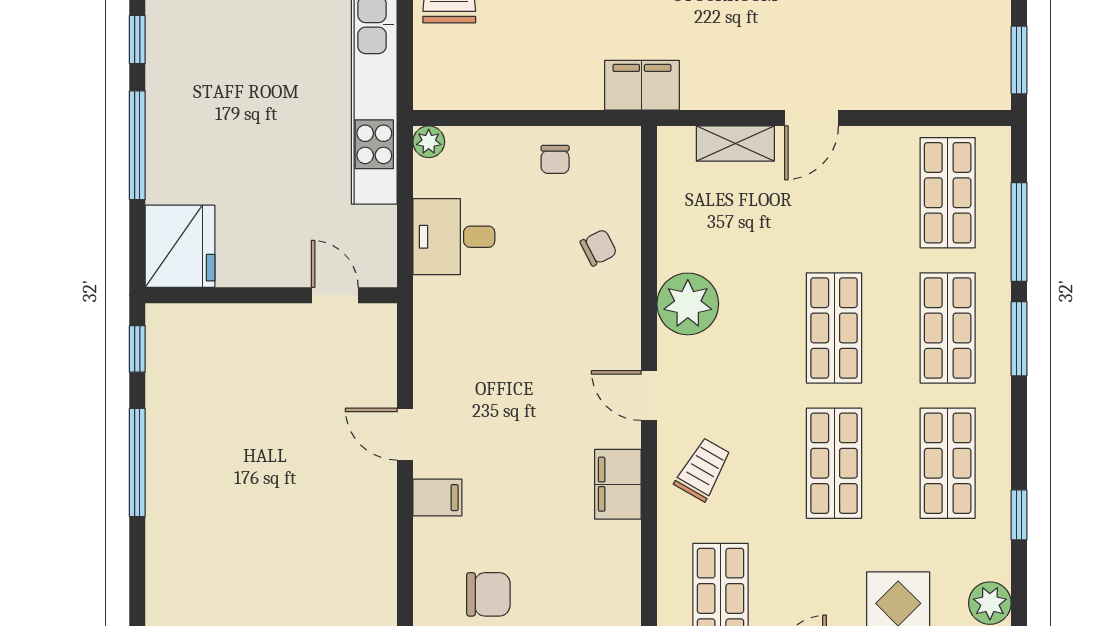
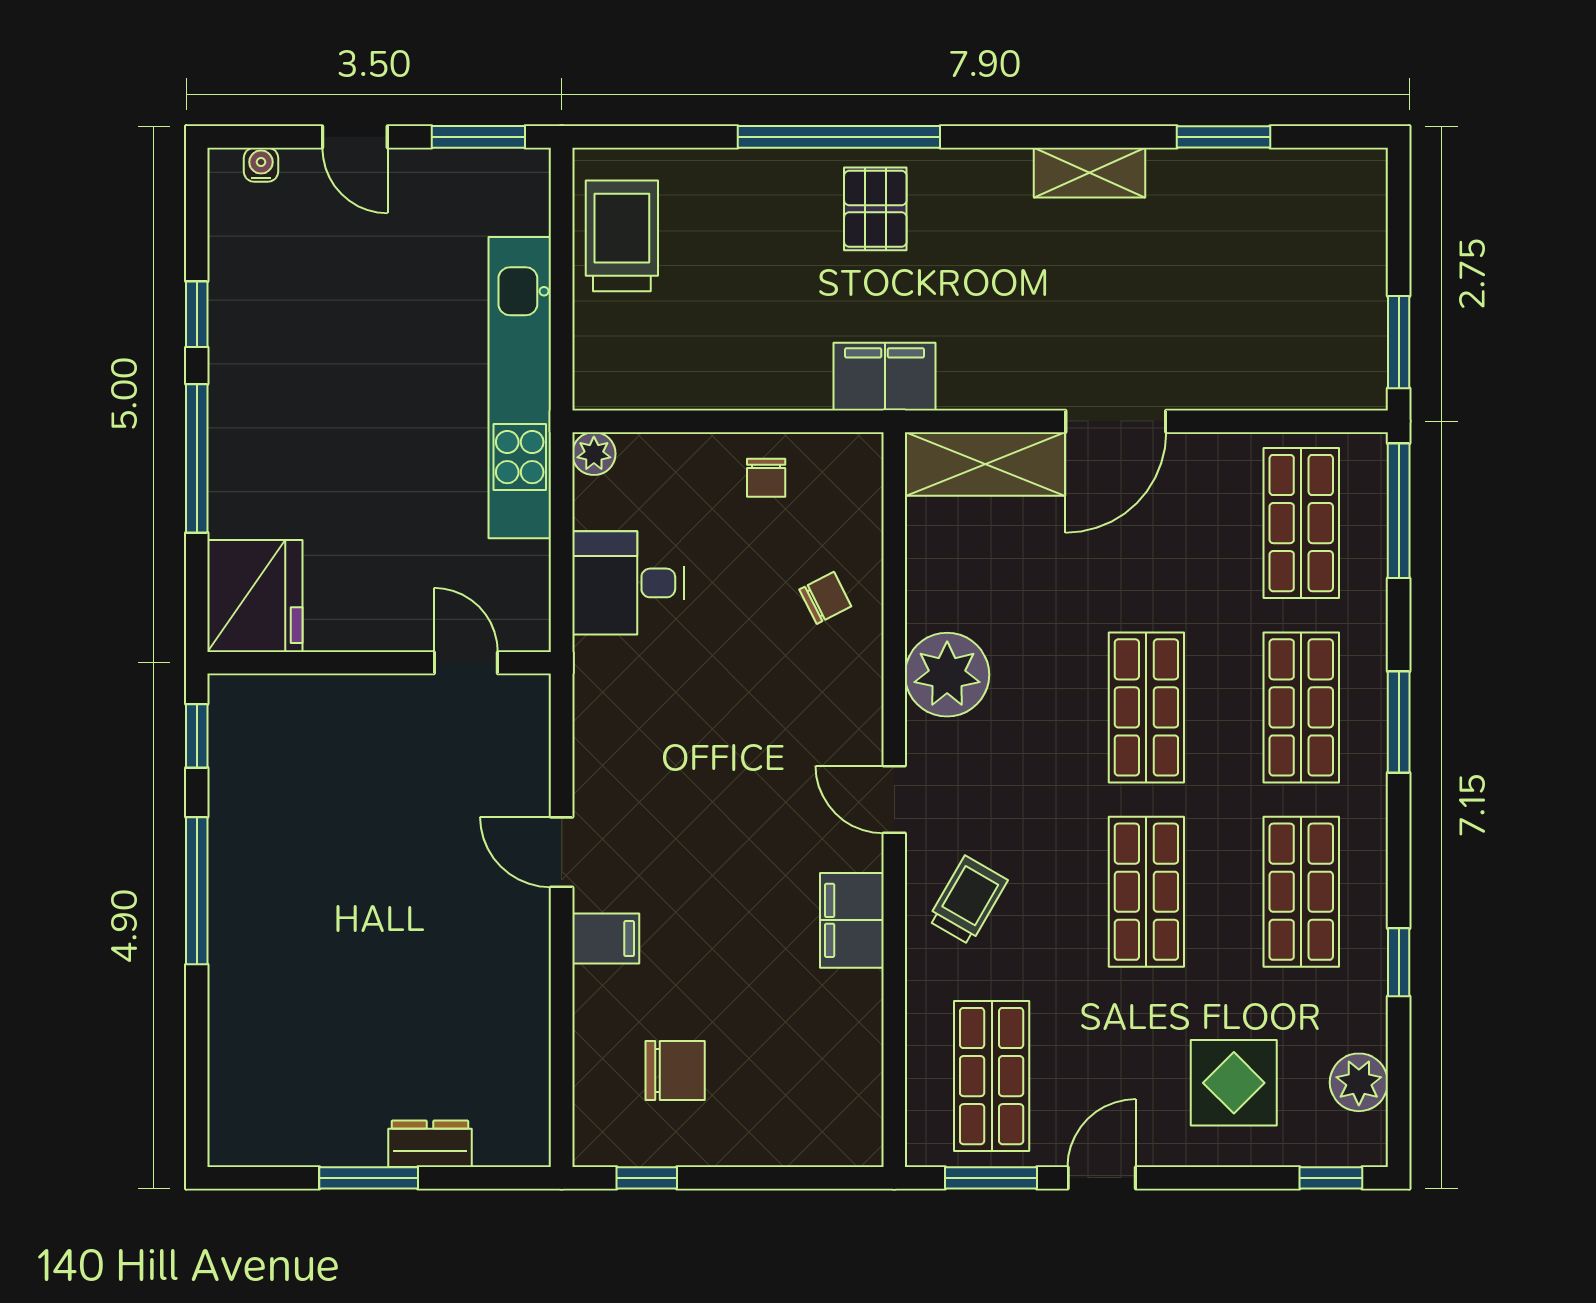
door: (812, 118) -> (1116, 421), width x1.38
shelving: (735, 144) -> (985, 464), width x1.50, depth x1.33
window: (1019, 232) -> (1399, 511), moved

